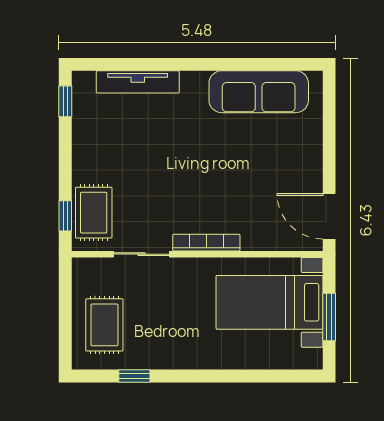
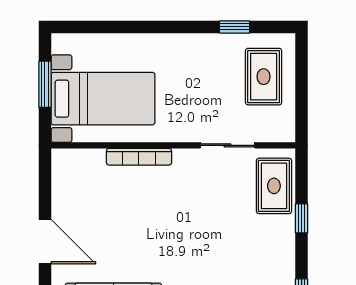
window: (65, 216) -> (302, 218), moved
door: (329, 216) -> (45, 242), moved
bookcase: (206, 243) -> (139, 157), moved

